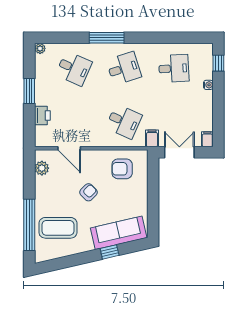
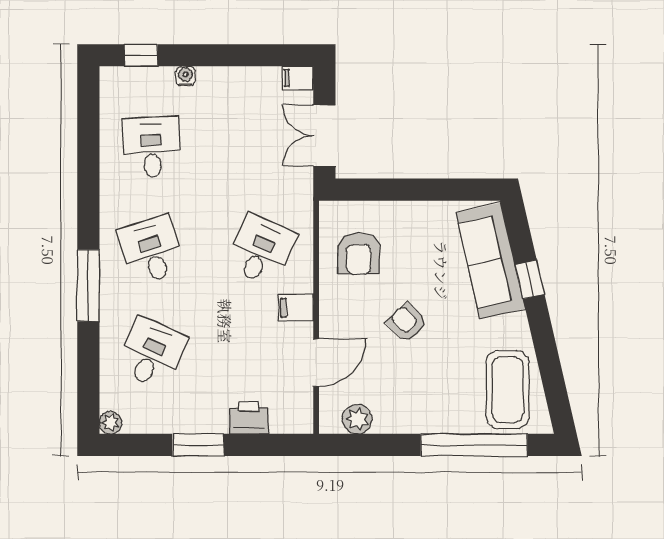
filing cabinet: (152, 138) -> (296, 308), moved
coffee table: (58, 228) -> (508, 390), moved

